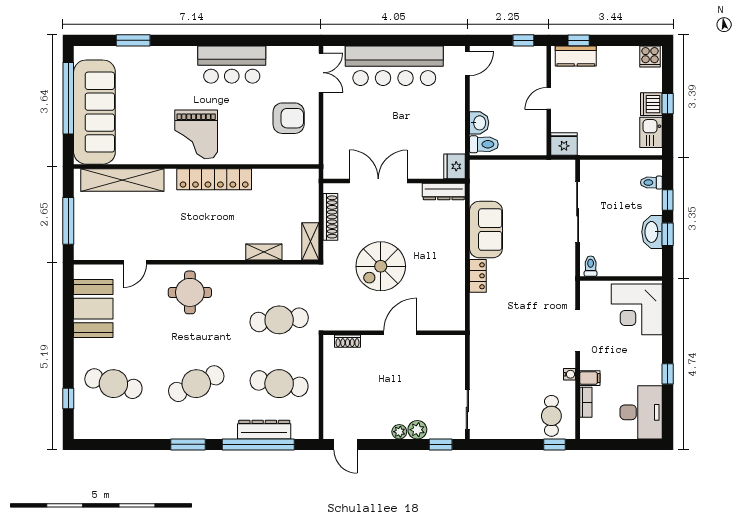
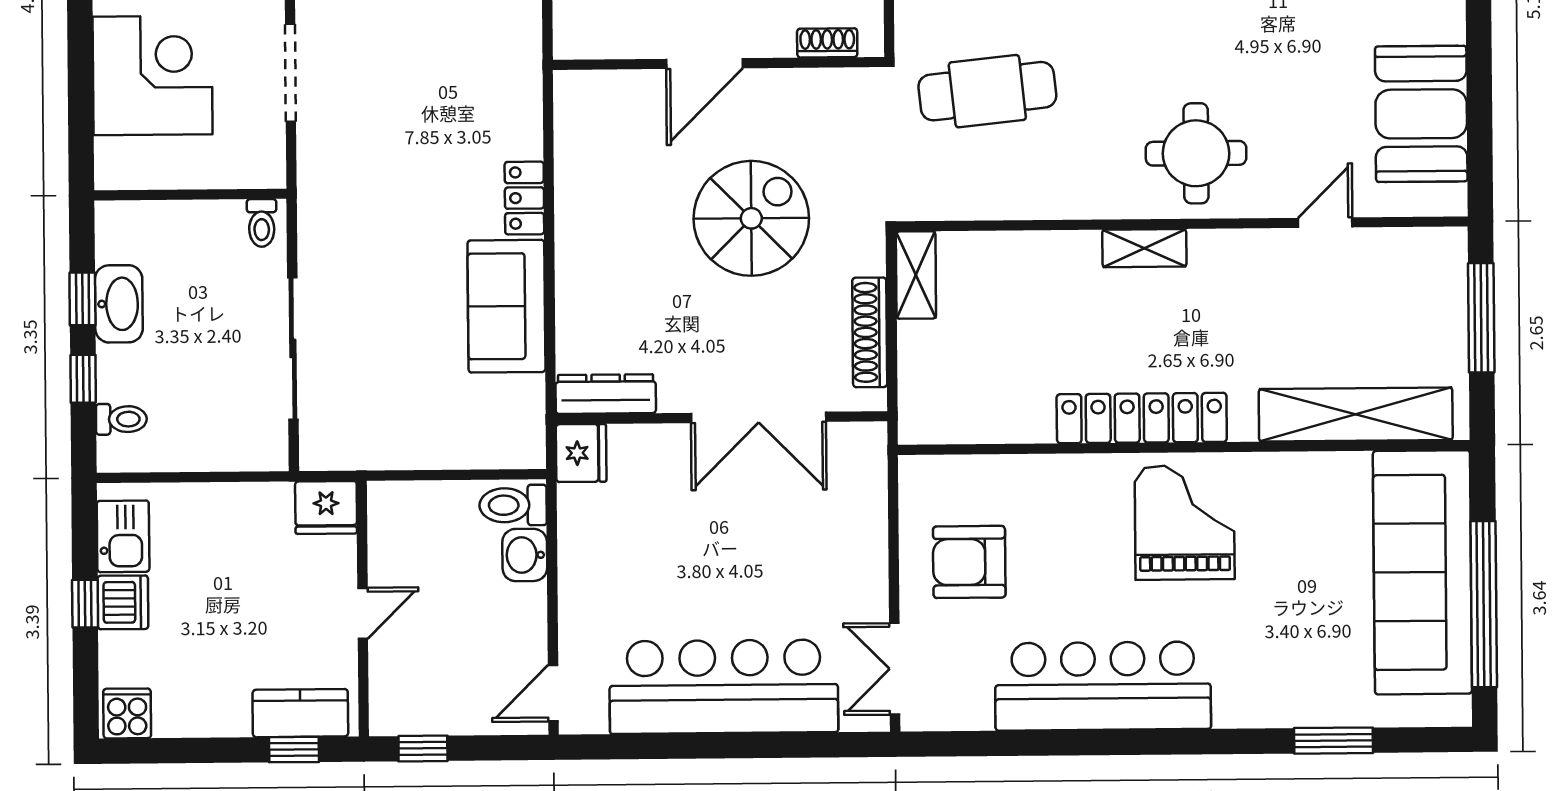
bar counter: (232, 65) -> (1103, 686), width x1.36
shelving: (264, 252) -> (1144, 248), moved
corner desk: (637, 309) -> (153, 76), moved

